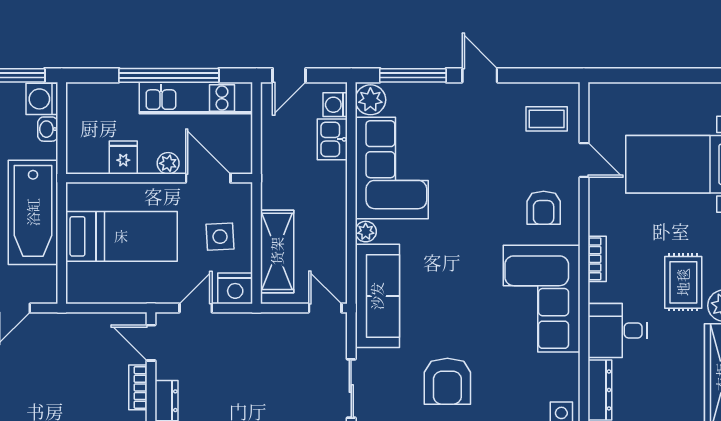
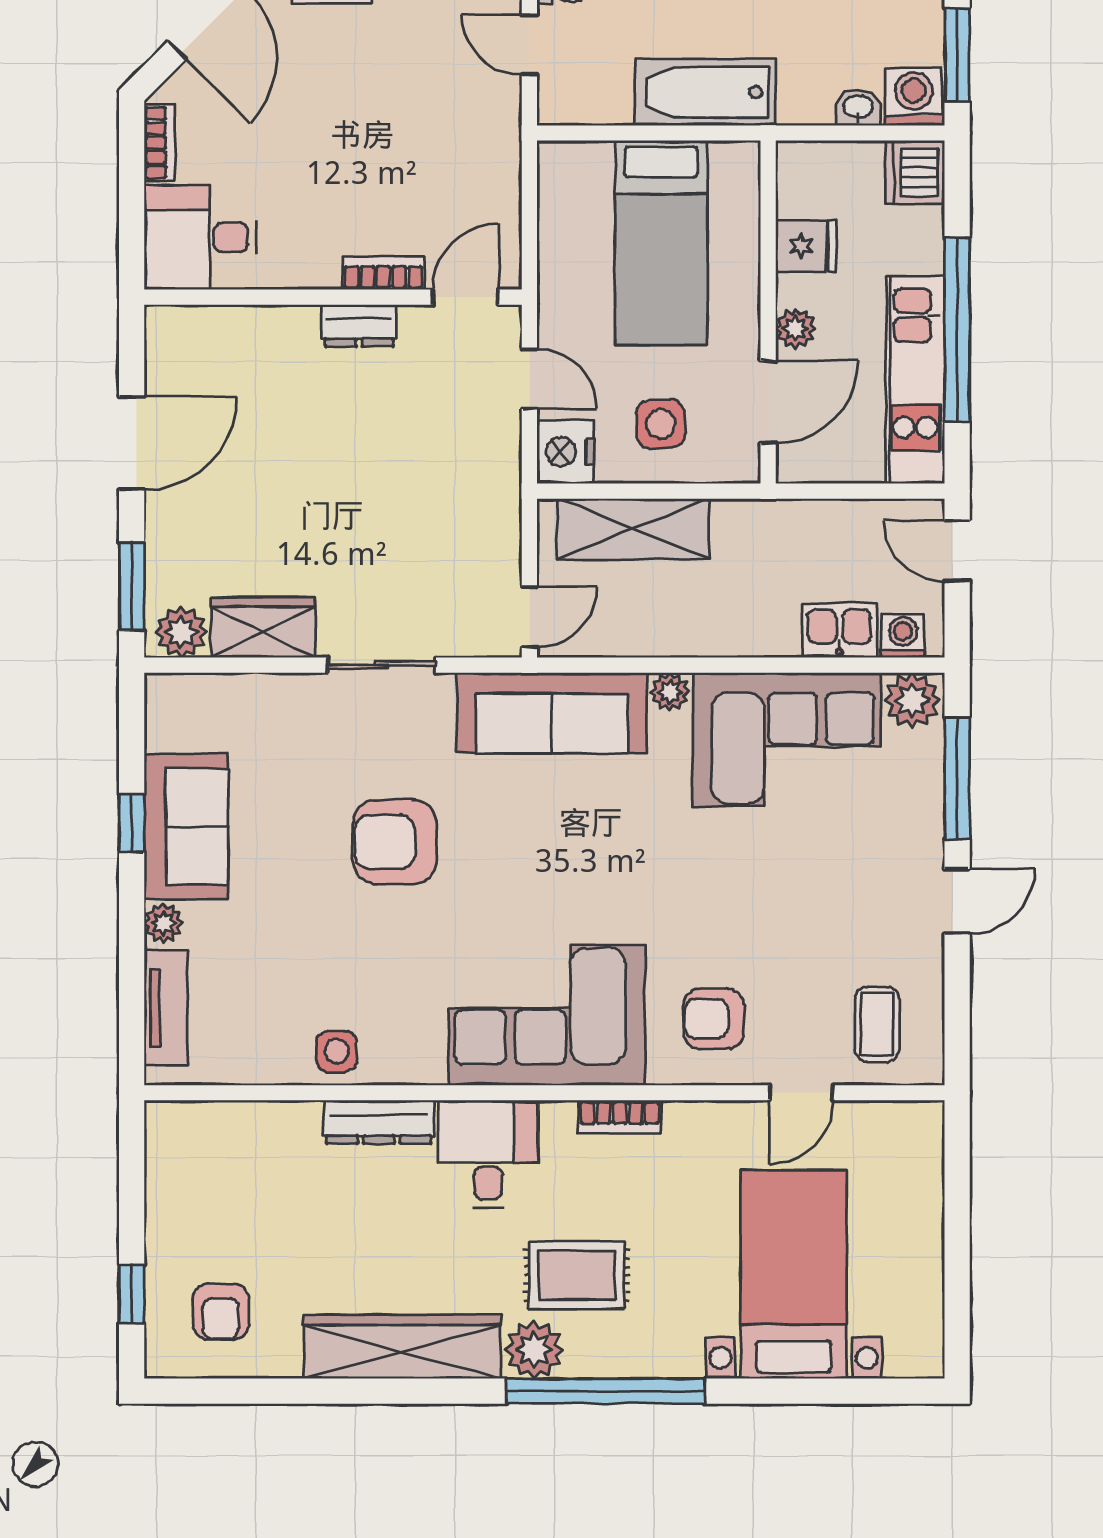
dishwasher: (83, 98) -> (915, 172), added
bathtub: (33, 212) -> (705, 92), width x0.73, depth x0.73

